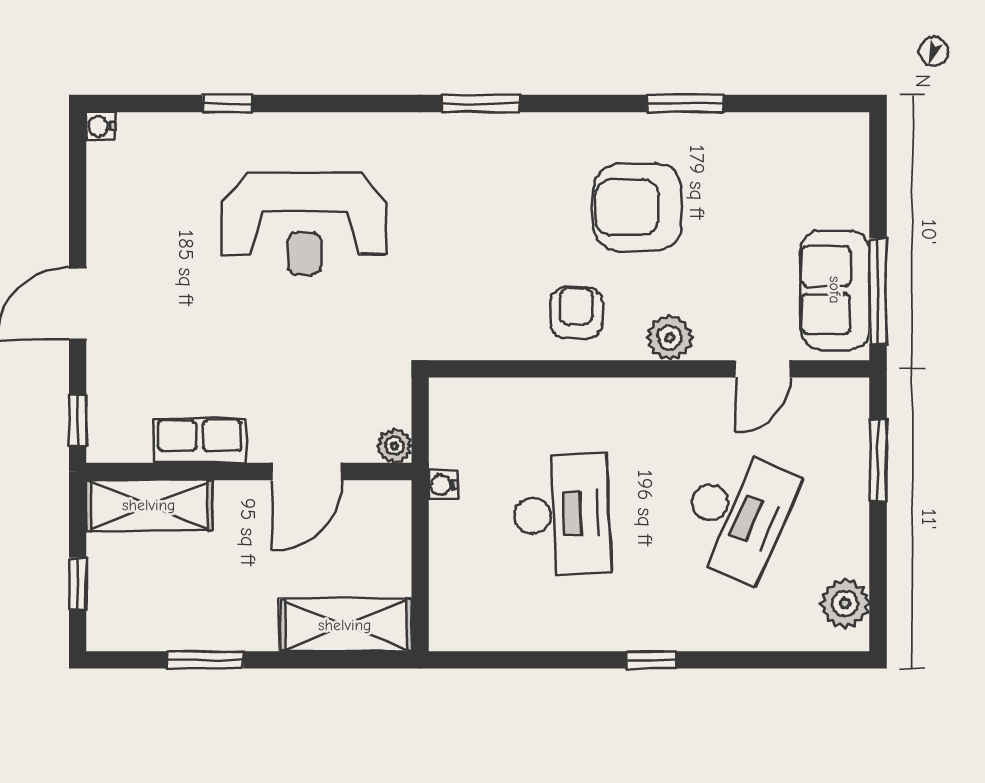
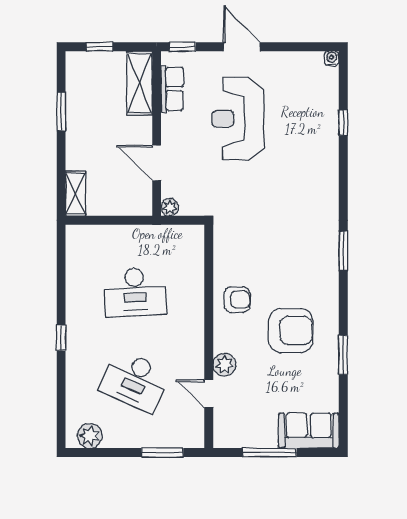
armchair: (637, 207) -> (291, 331), turned 90
reception desk: (304, 224) -> (238, 119), moved
sofa: (835, 290) -> (309, 431), moved
window: (878, 291) -> (270, 453), moved
plant: (670, 338) -> (225, 365), moved
row of seats: (200, 441) -> (172, 89), moved
water cooler: (443, 485) -> (150, 232), removed
shelving: (345, 625) -> (76, 194), width x0.67, depth x0.75

